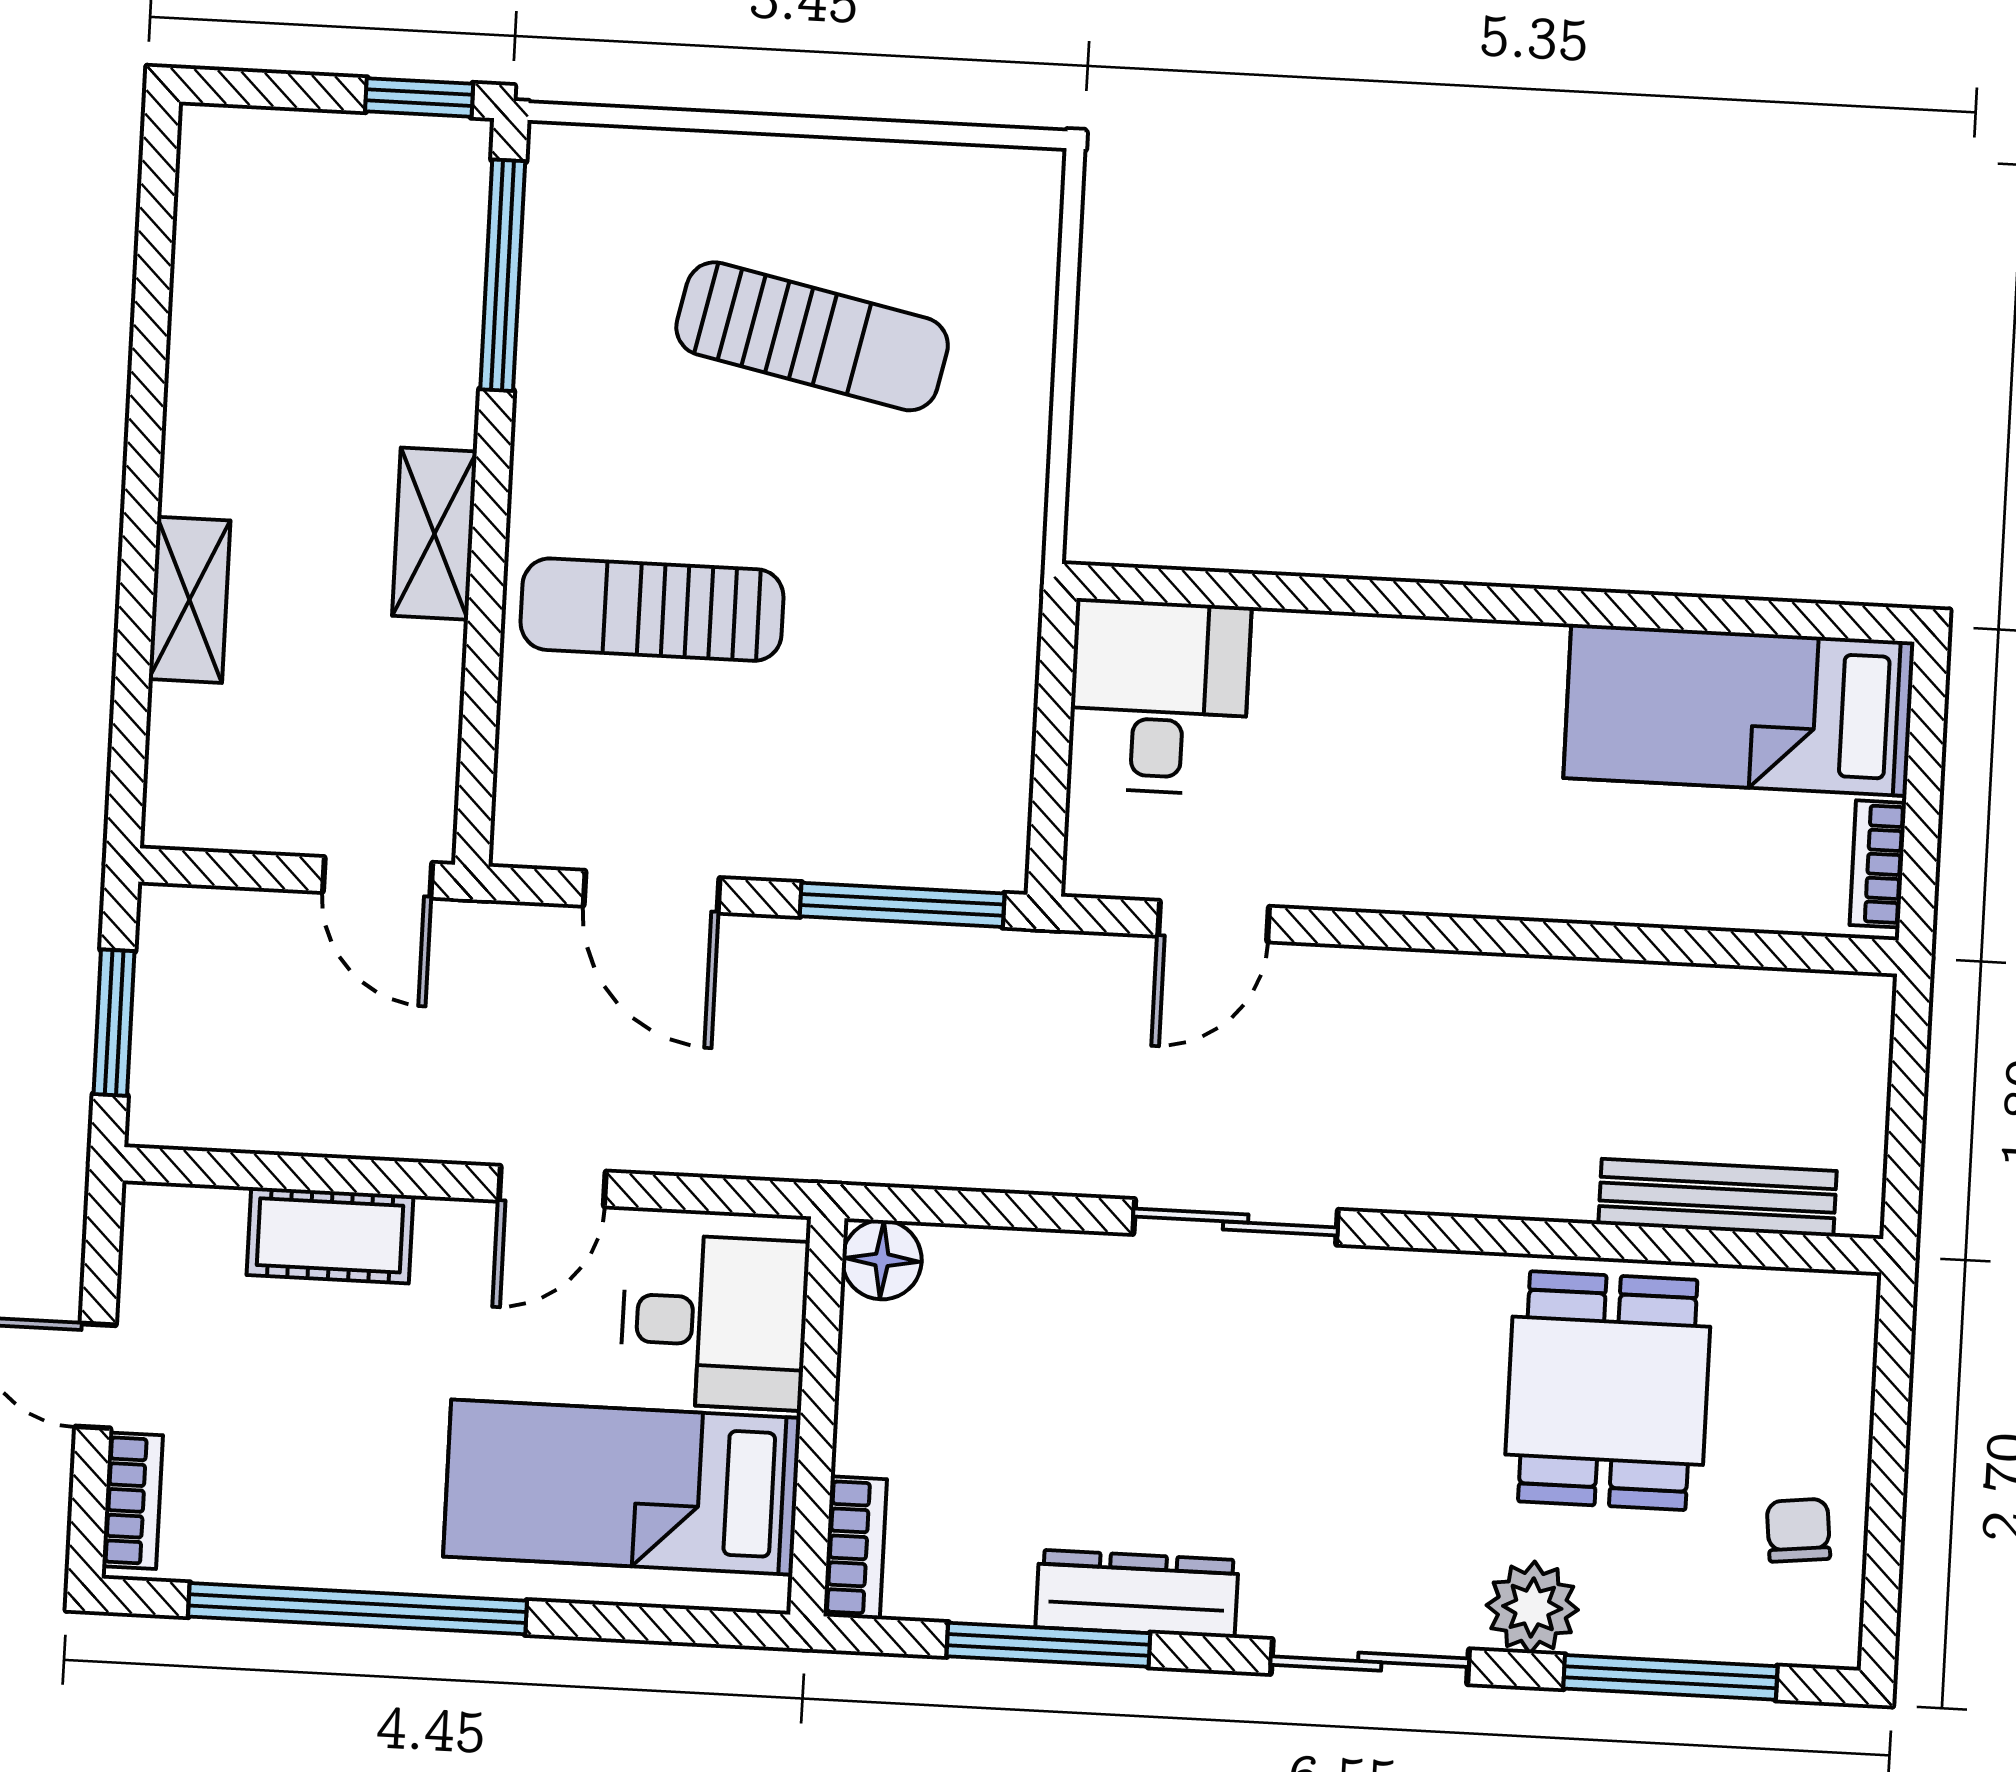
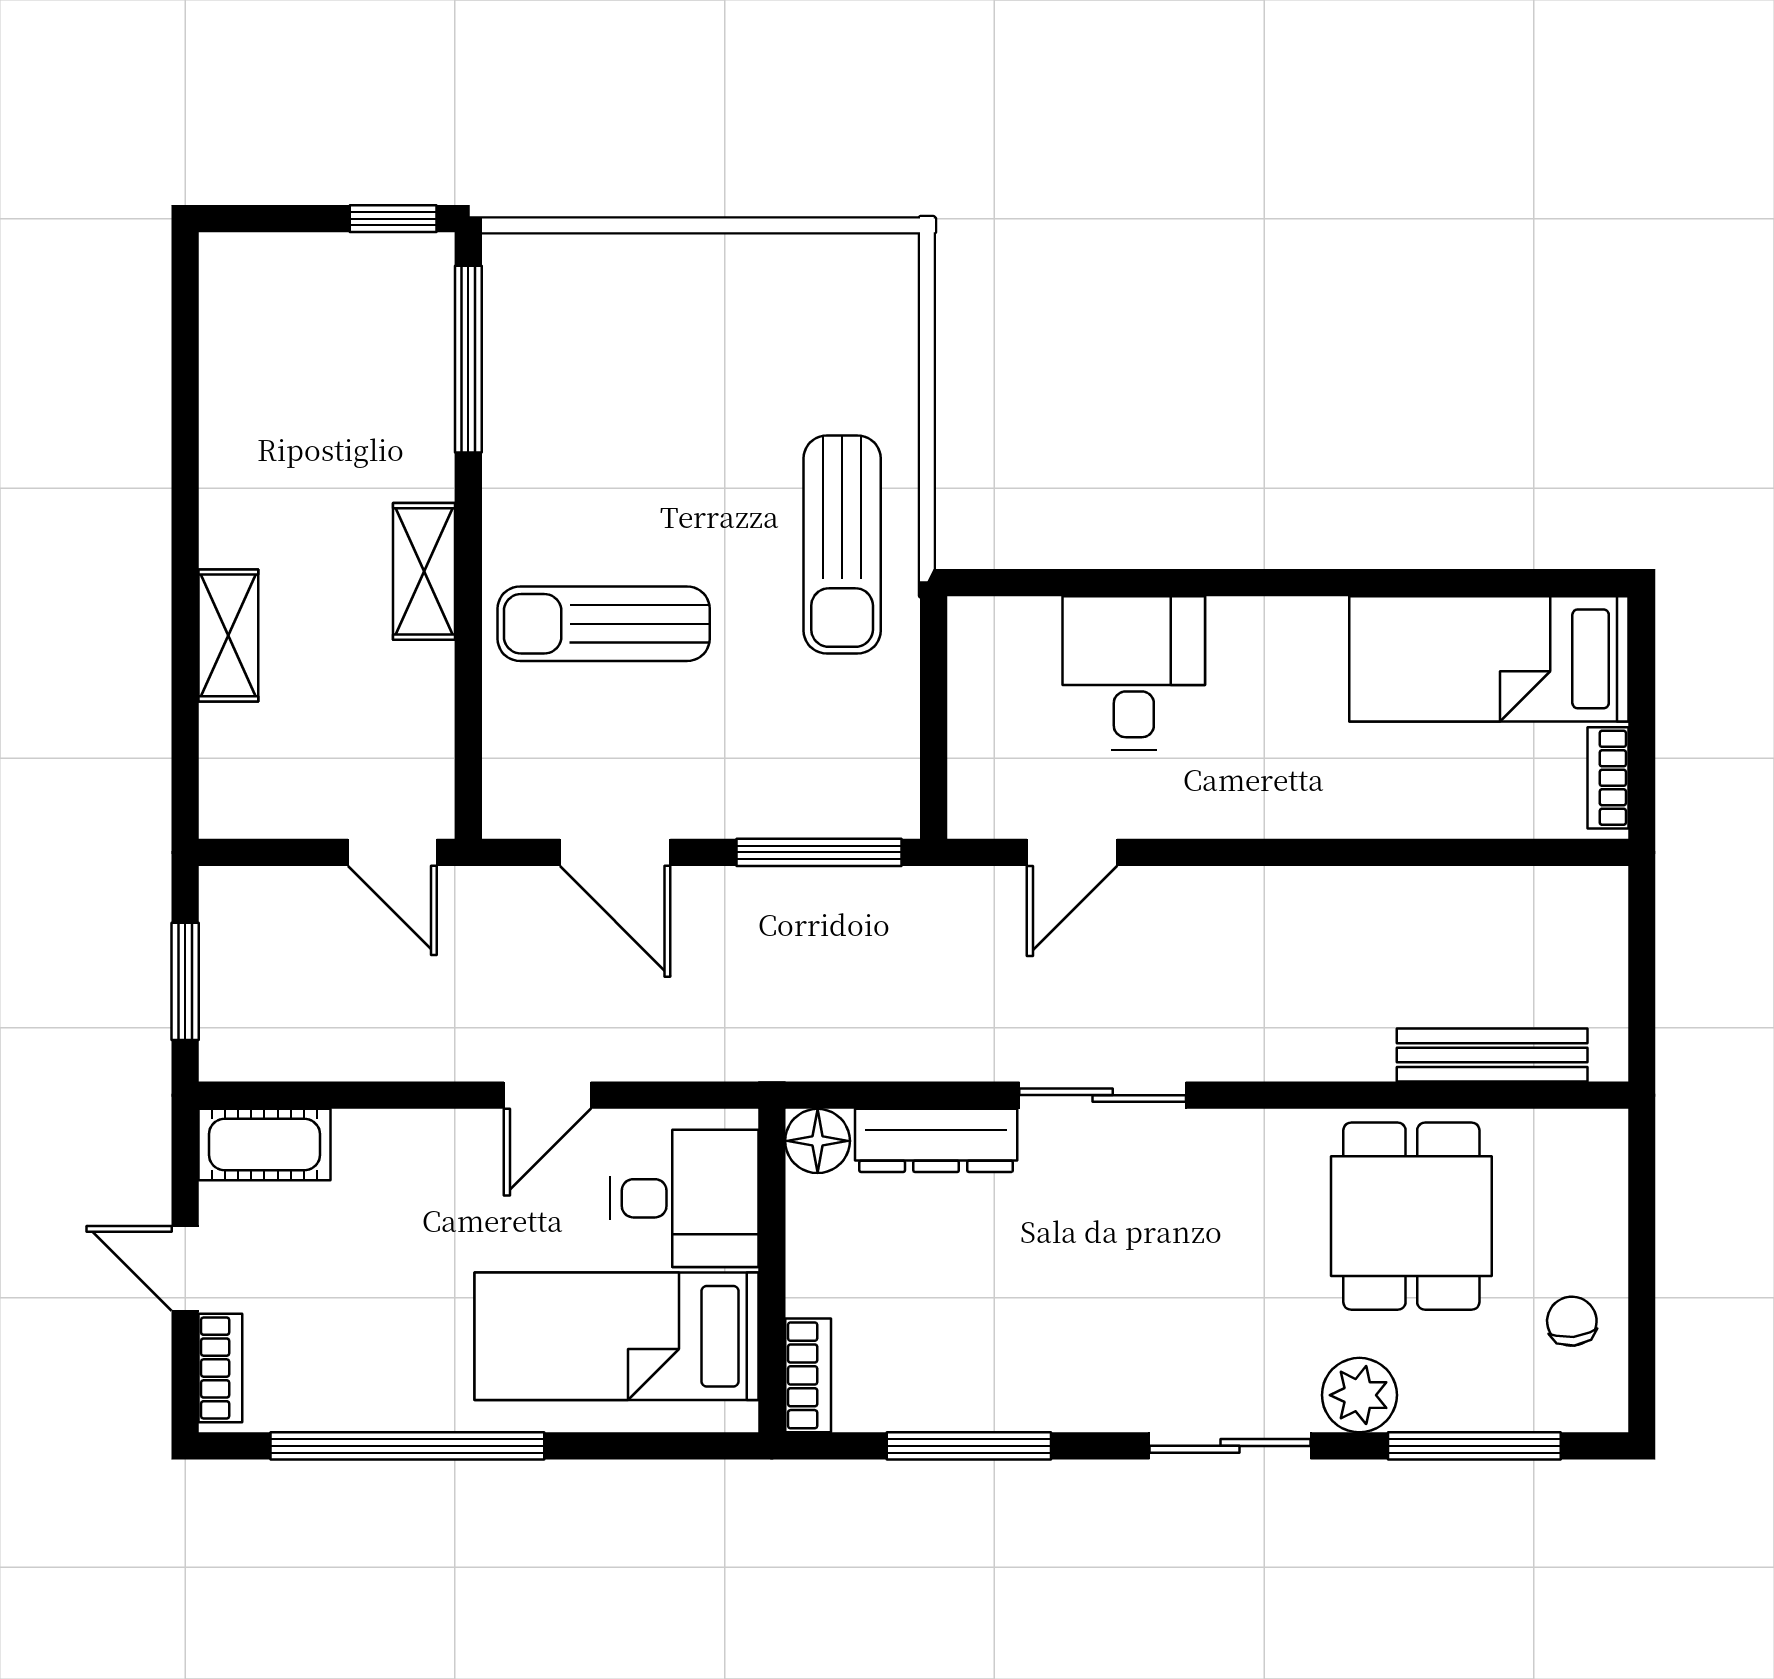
sun lounger: (812, 336) -> (842, 544), moved, turned 78
desk: (1159, 697) -> (1134, 673), moved
cot: (330, 1235) -> (264, 1145), moved
dresser: (1137, 1594) -> (936, 1140), moved, turned 180

